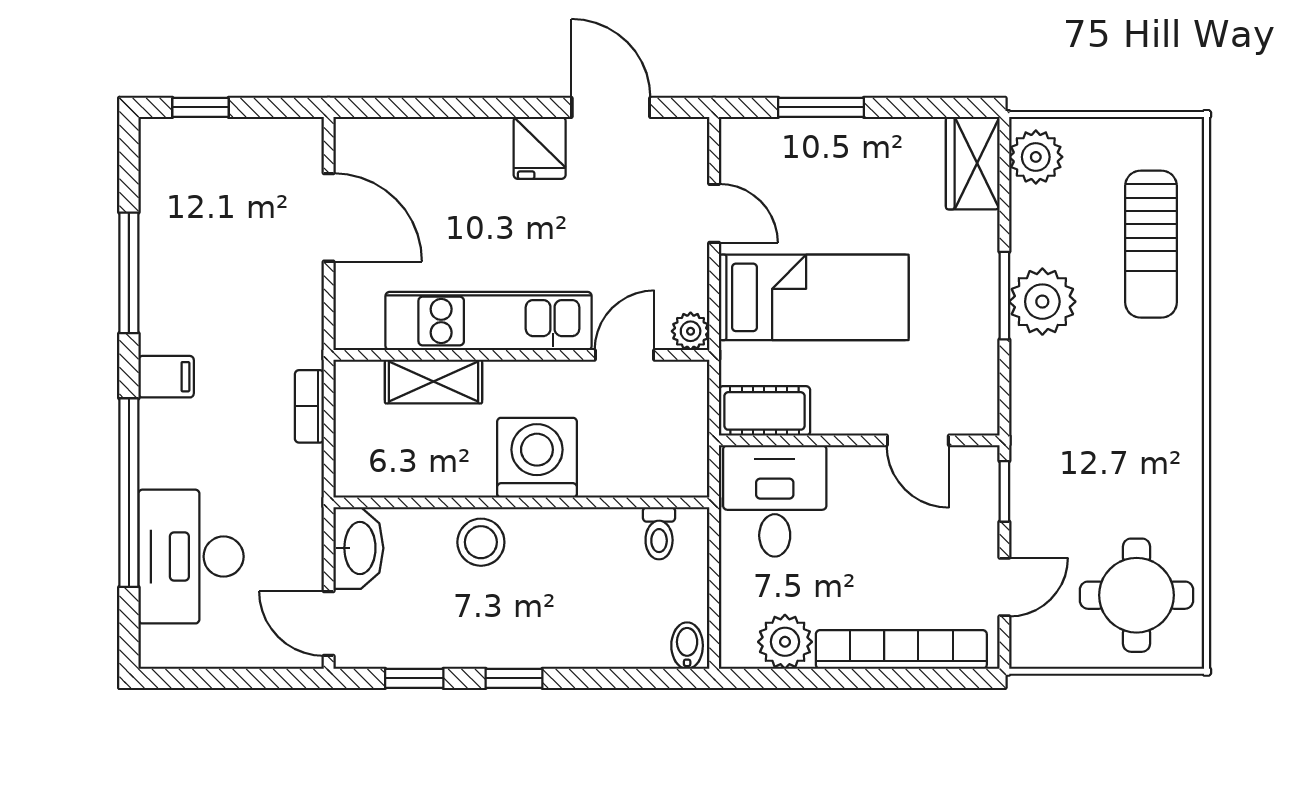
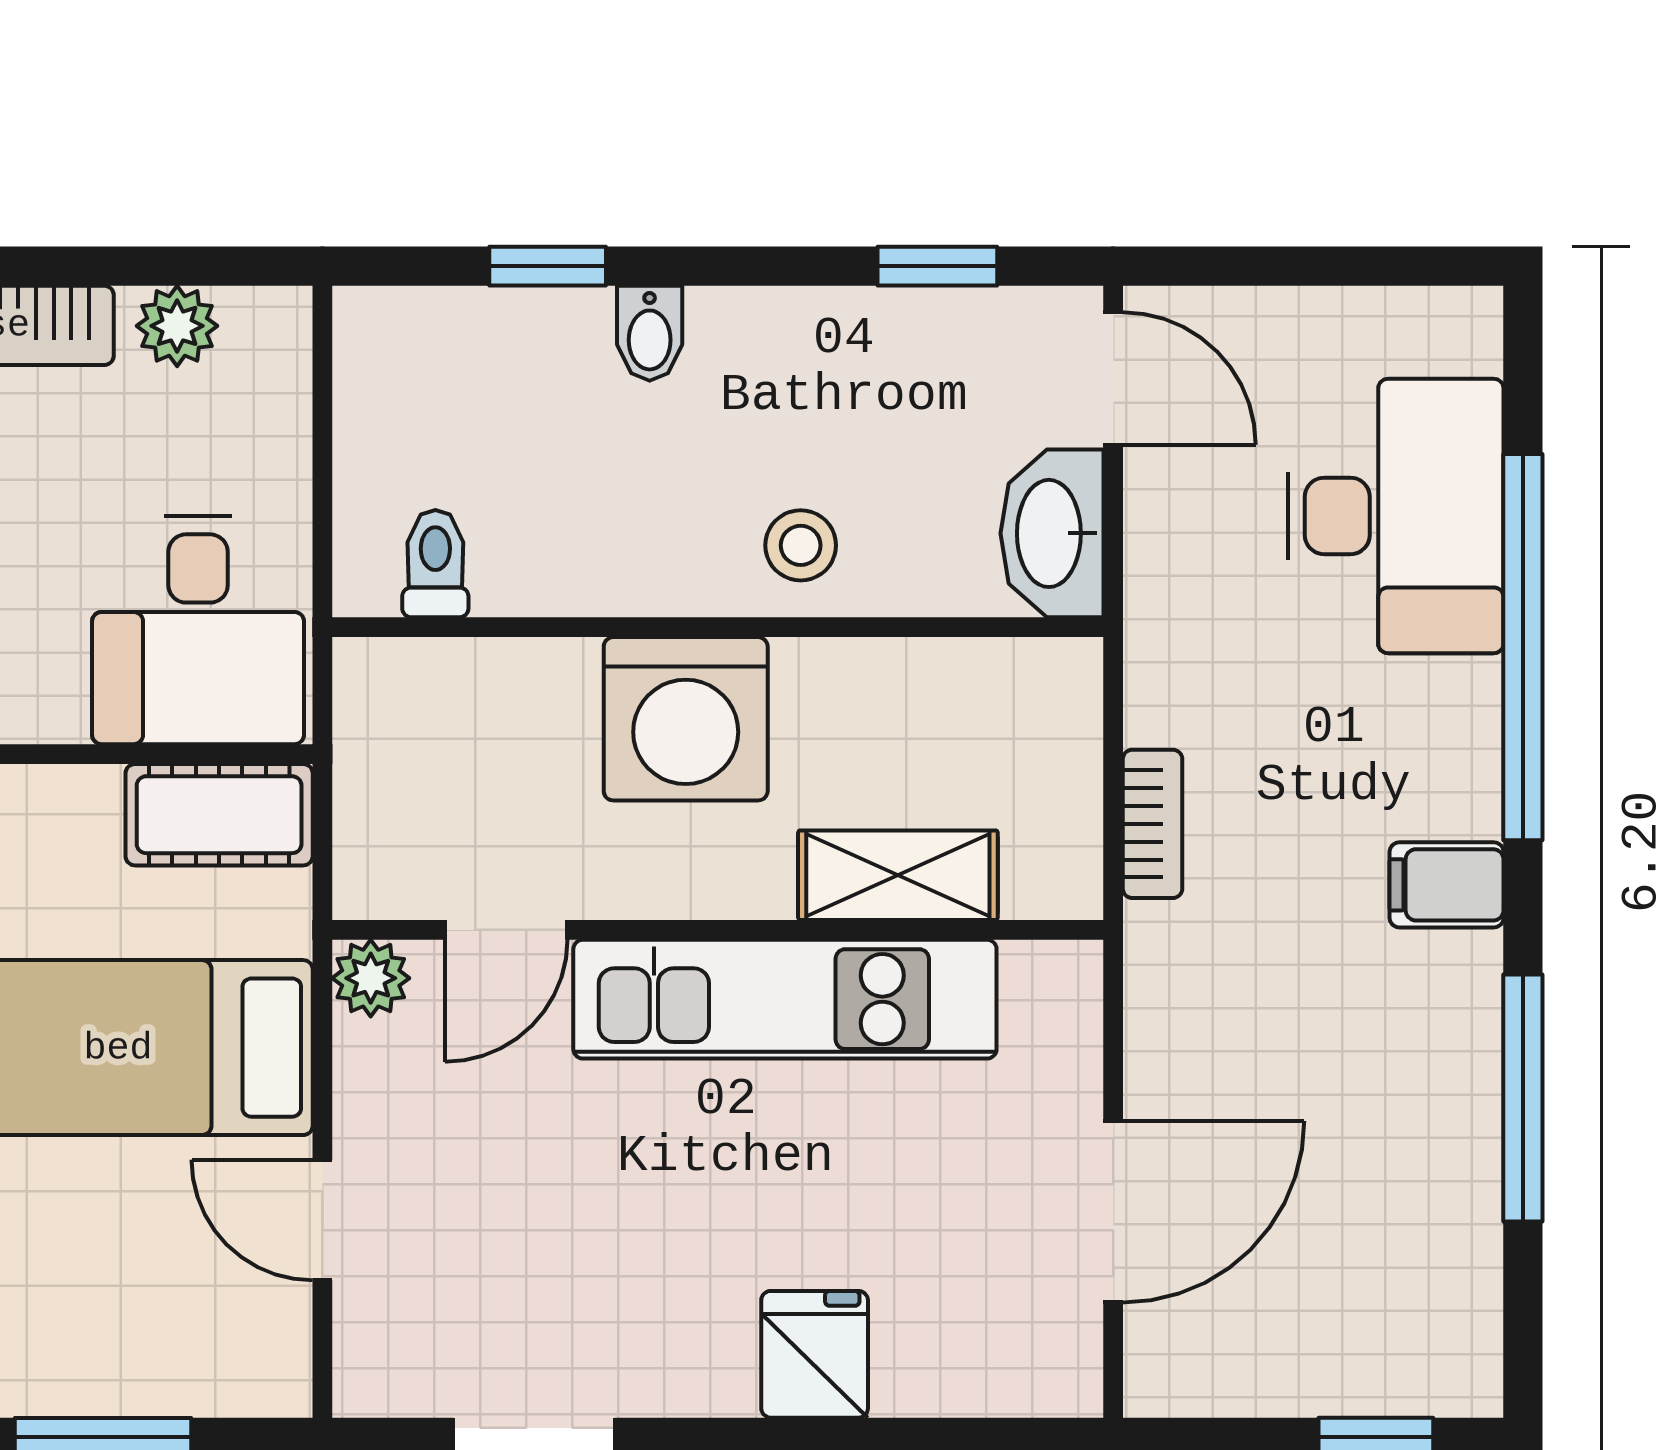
fridge: (540, 148) -> (815, 1354), moved
door: (329, 217) -> (1113, 1212), swing flipped
stool: (481, 542) -> (801, 545), width x0.73, depth x0.73
plant: (785, 642) -> (177, 326), width x0.73, depth x0.73
bidet: (687, 646) -> (650, 333), moved
window: (514, 678) -> (548, 266), moved

